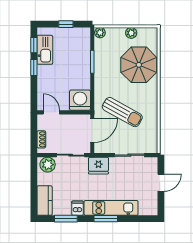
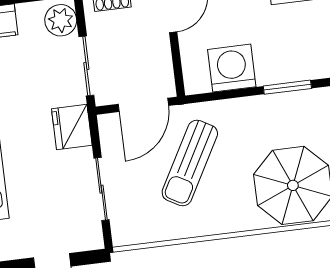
washing machine: (80, 100) -> (232, 68), moved, turned -90
door: (92, 131) -> (143, 105), hinge flipped

